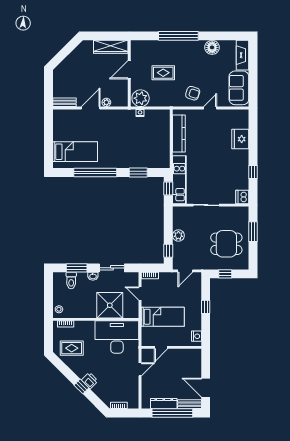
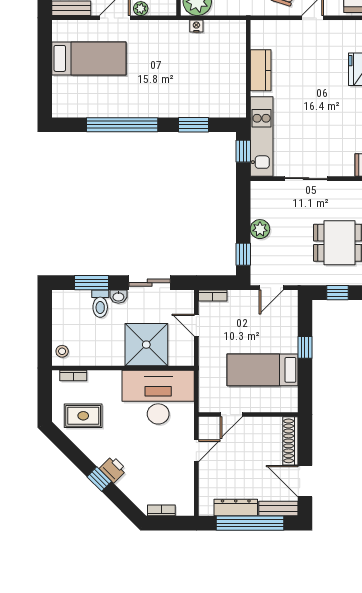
kitchen counter: (179, 133) -> (261, 70), width x0.67
bed: (75, 152) -> (89, 58), moved
toilet: (71, 281) -> (100, 304), moved
bed: (163, 317) -> (262, 370), moved, turned 180
nightstand: (196, 336) -> (290, 396), removed
shoe rack: (197, 363) -> (290, 441), added

